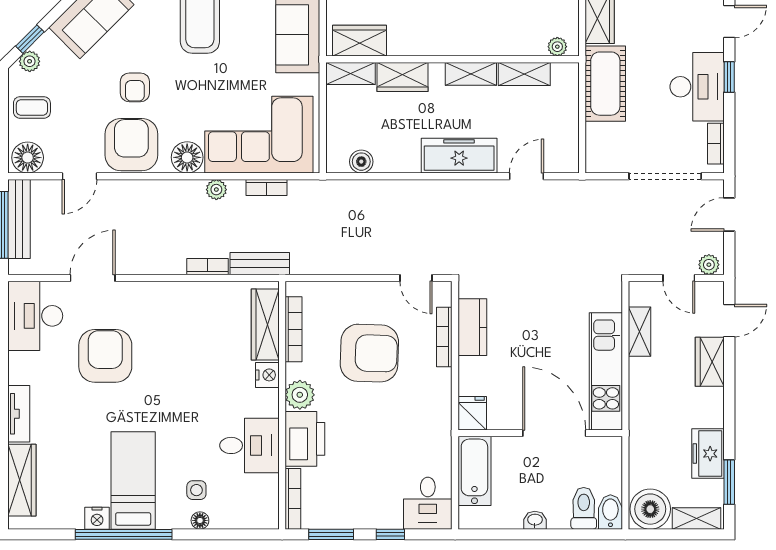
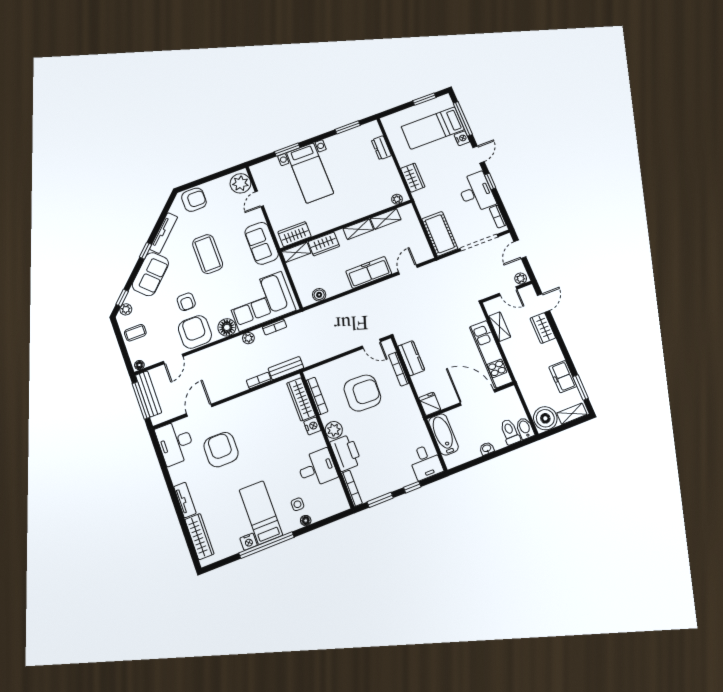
cot: (605, 84) -> (440, 234), moved
floor lamp: (28, 158) -> (139, 365), width x0.53, depth x0.53

